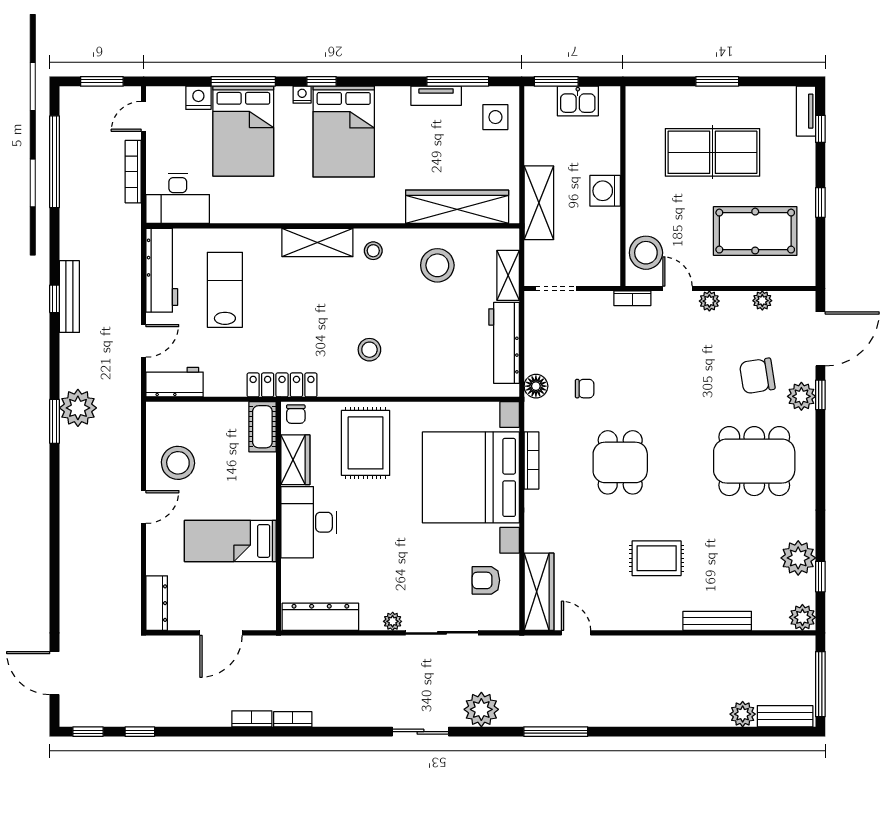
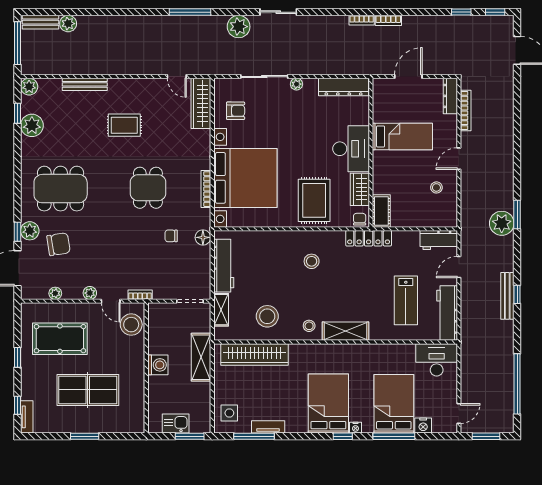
bookcase: (133, 172) -> (466, 110), moved
stool: (178, 463) -> (436, 187), width x0.53, depth x0.53

